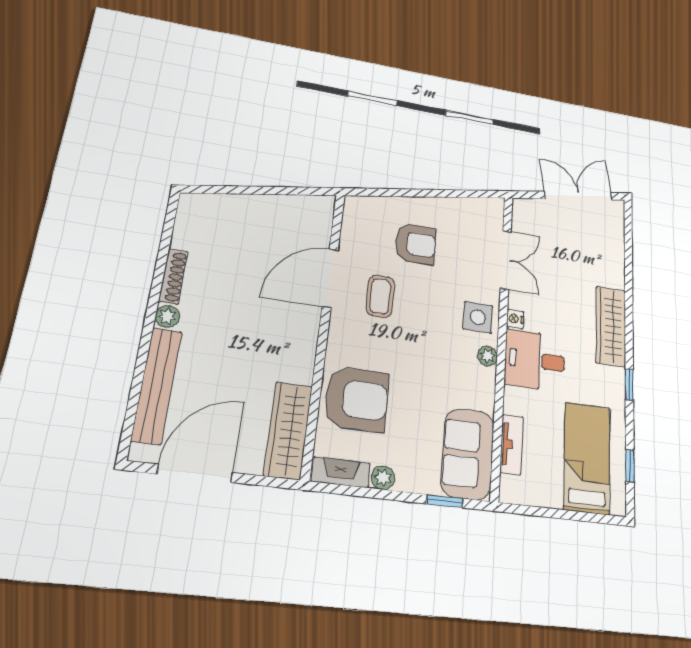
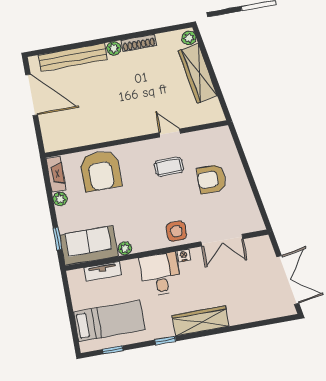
plant: (194, 203) -> (189, 38), added
armchair: (416, 244) -> (212, 179), turned 90
door: (330, 278) -> (170, 133), width x0.53
plant: (487, 356) -> (125, 248), moved
wardrobe: (288, 430) -> (198, 73), moved, turned -100

